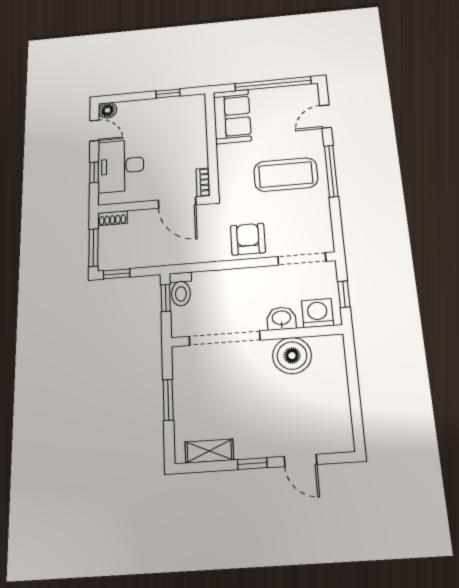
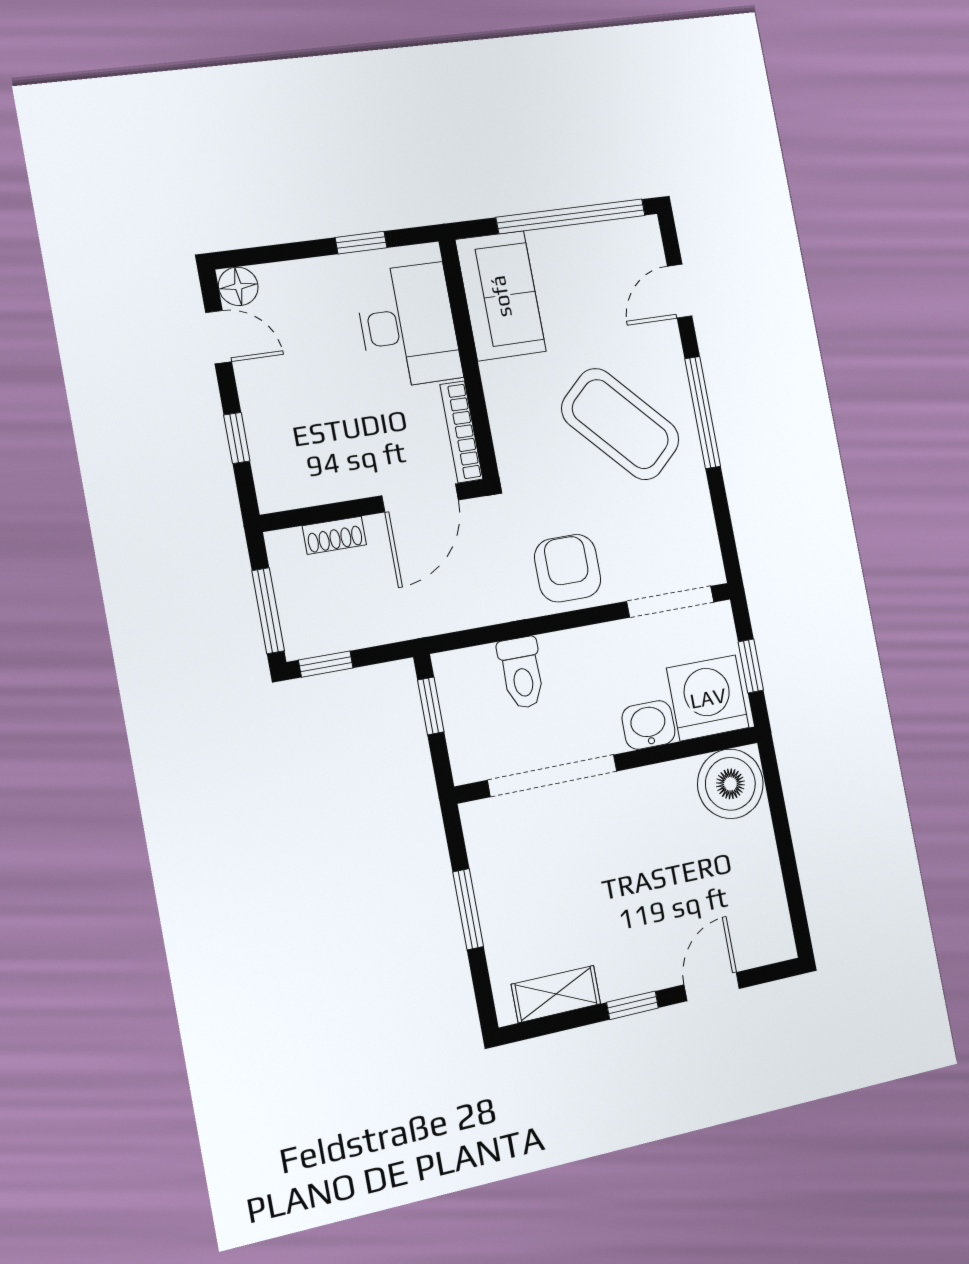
desk: (121, 166) -> (408, 325), moved, turned 180
coffee table: (286, 175) -> (620, 424), turned 47
bookcase: (203, 182) -> (461, 432), width x1.56
door: (177, 203) -> (420, 498), hinge flipped
shoe rack: (112, 218) -> (334, 535), moved
toilet: (181, 289) -> (522, 673), moved
washing machine: (317, 313) -> (708, 698), width x1.37, depth x1.37
boiler: (292, 356) -> (730, 784), moved
door: (300, 460) -> (712, 987), swing flipped

